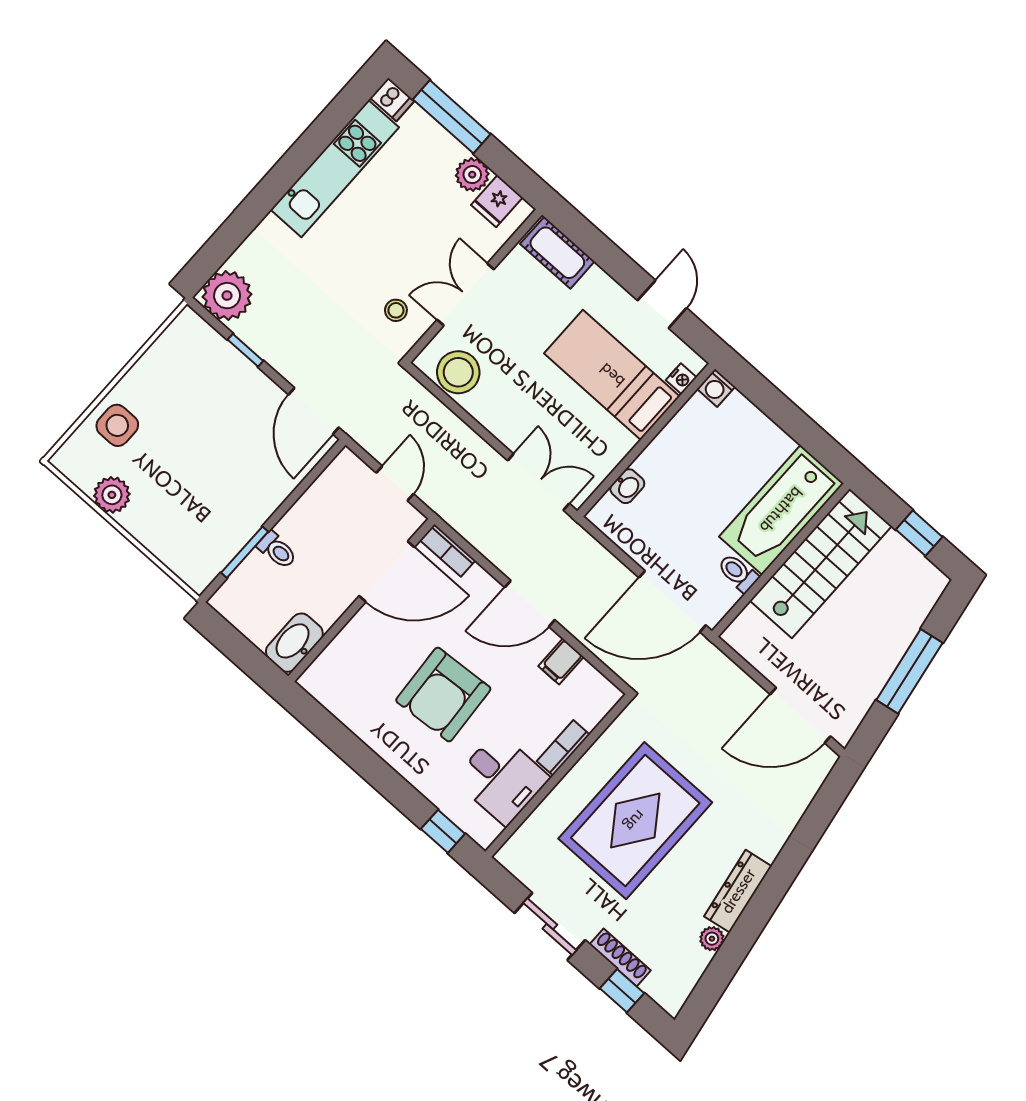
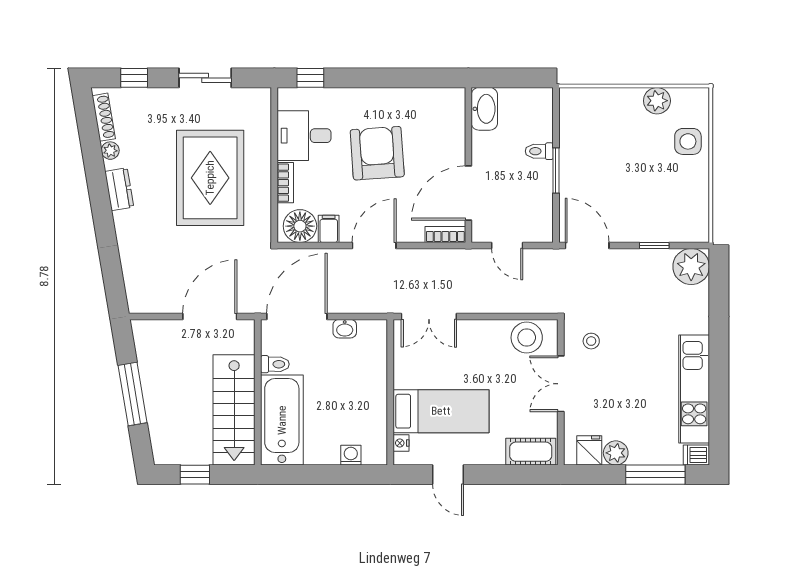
double door: (466, 295) -> (561, 384), swing flipped
washing machine: (716, 388) -> (351, 455), moved
washbasin: (627, 486) -> (345, 329), moved, turned -90
window: (245, 552) -> (556, 171), moved
floor lamp: (588, 690) -> (300, 226), added
door: (800, 715) -> (210, 316), moved
dresser: (738, 891) -> (119, 189), width x0.70
shoe rack: (620, 957) -> (104, 117), moved, turned -100

